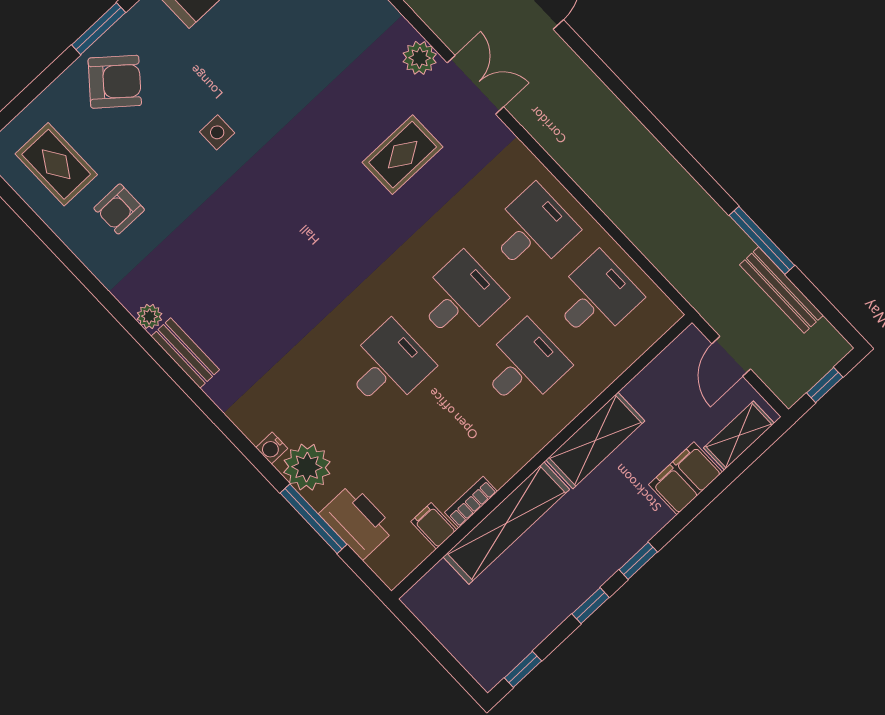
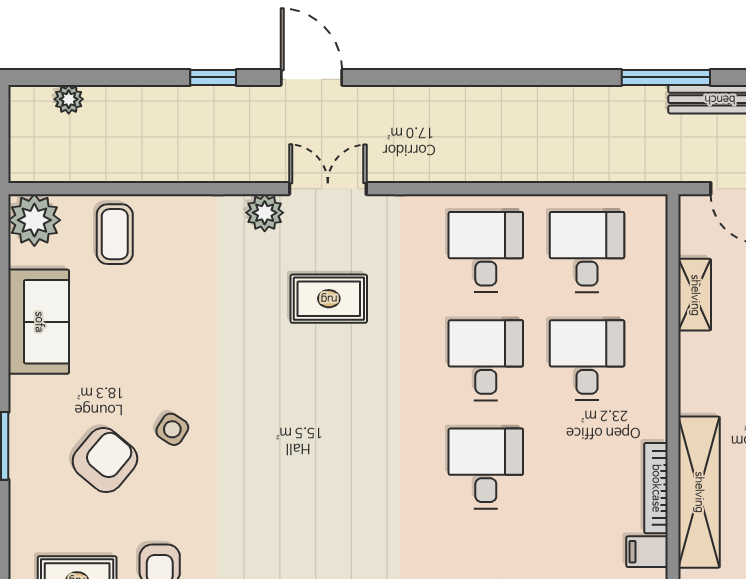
armchair: (115, 82) -> (105, 460), moved
side table: (217, 132) -> (172, 429), turned 32
rug: (403, 155) -> (329, 299), turned 90
shelving: (595, 440) -> (695, 295), moved, width x0.67, depth x0.75
bookcase: (471, 502) -> (656, 488), width x1.56

